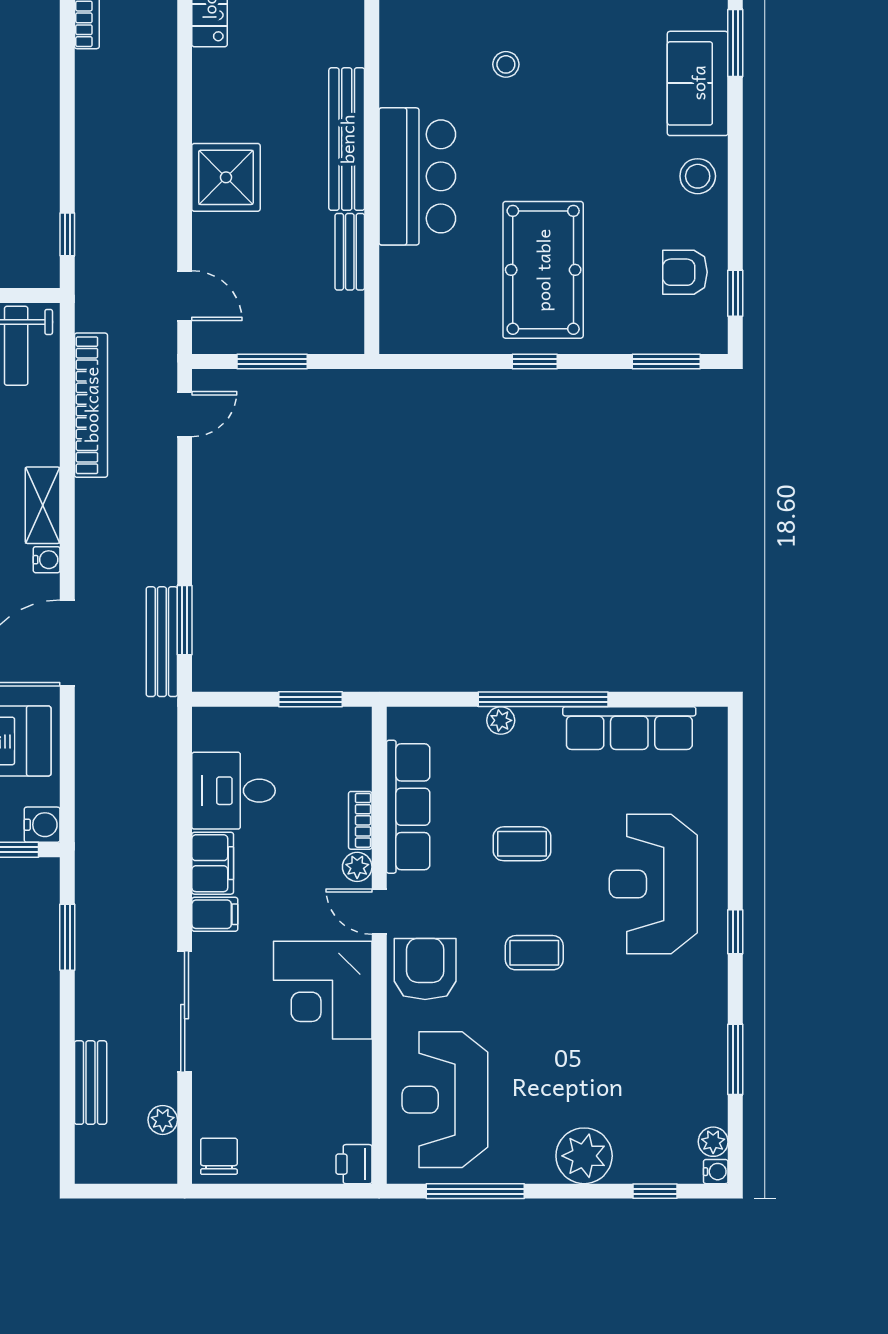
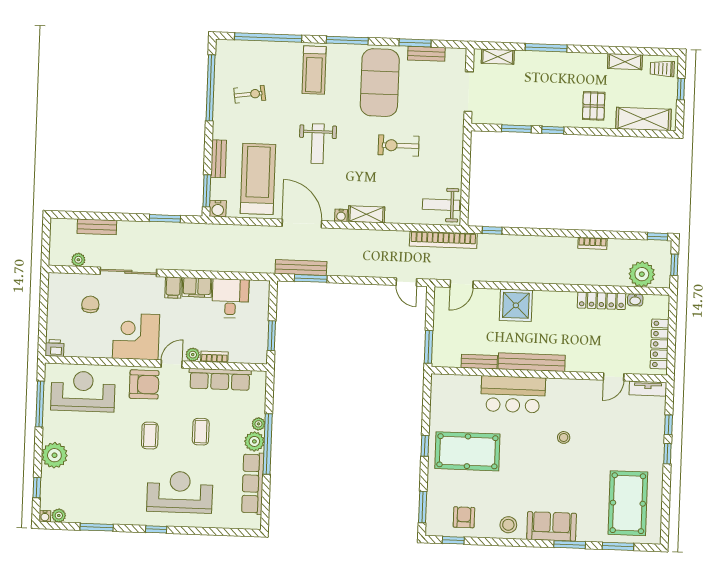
window: (272, 362) -> (429, 347), moved
bookcase: (91, 405) -> (443, 240), moved
plant: (539, 728) -> (254, 441), added
chair: (219, 1156) -> (90, 304), moved, turned -90

